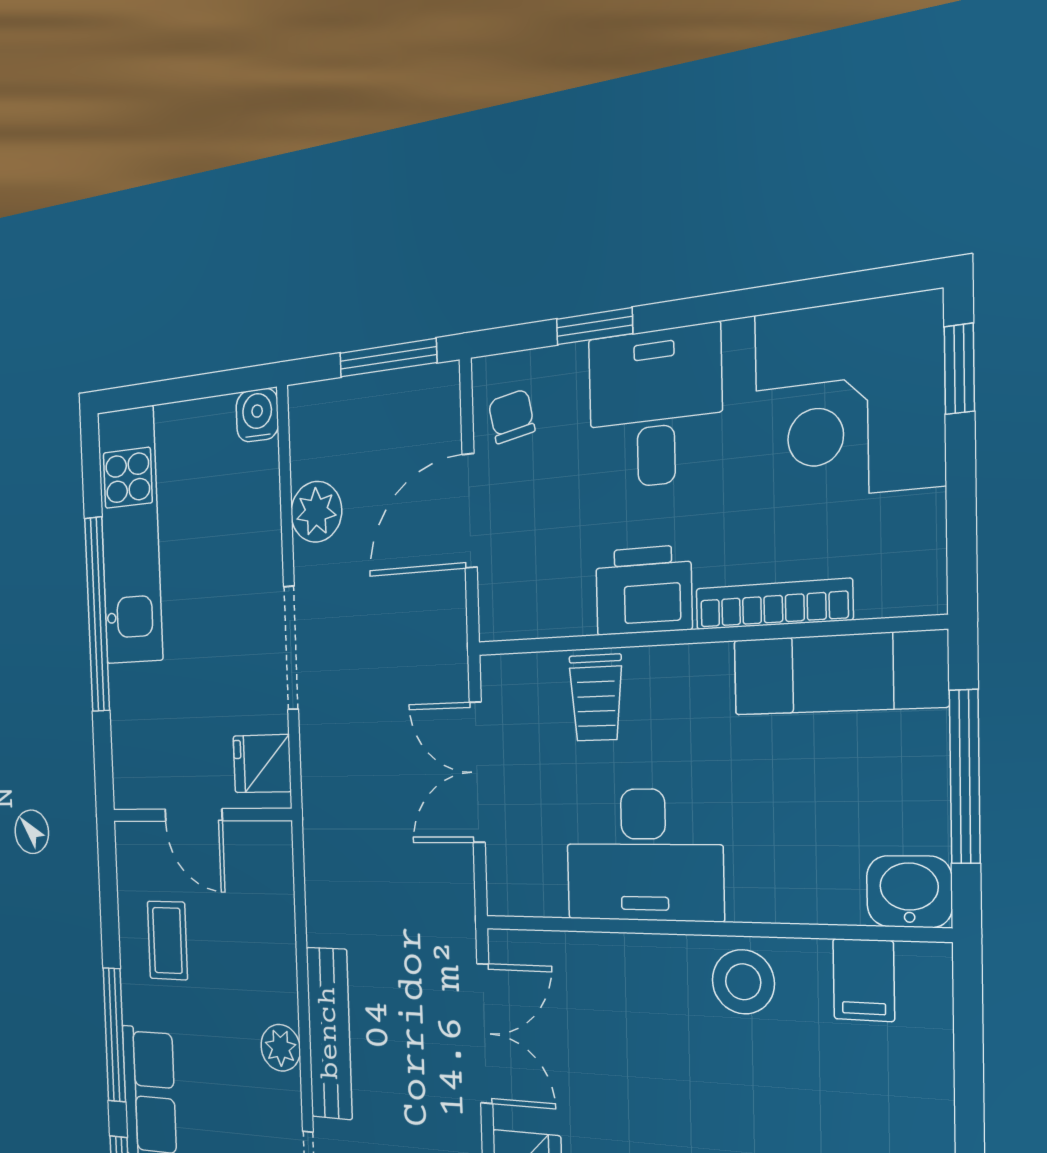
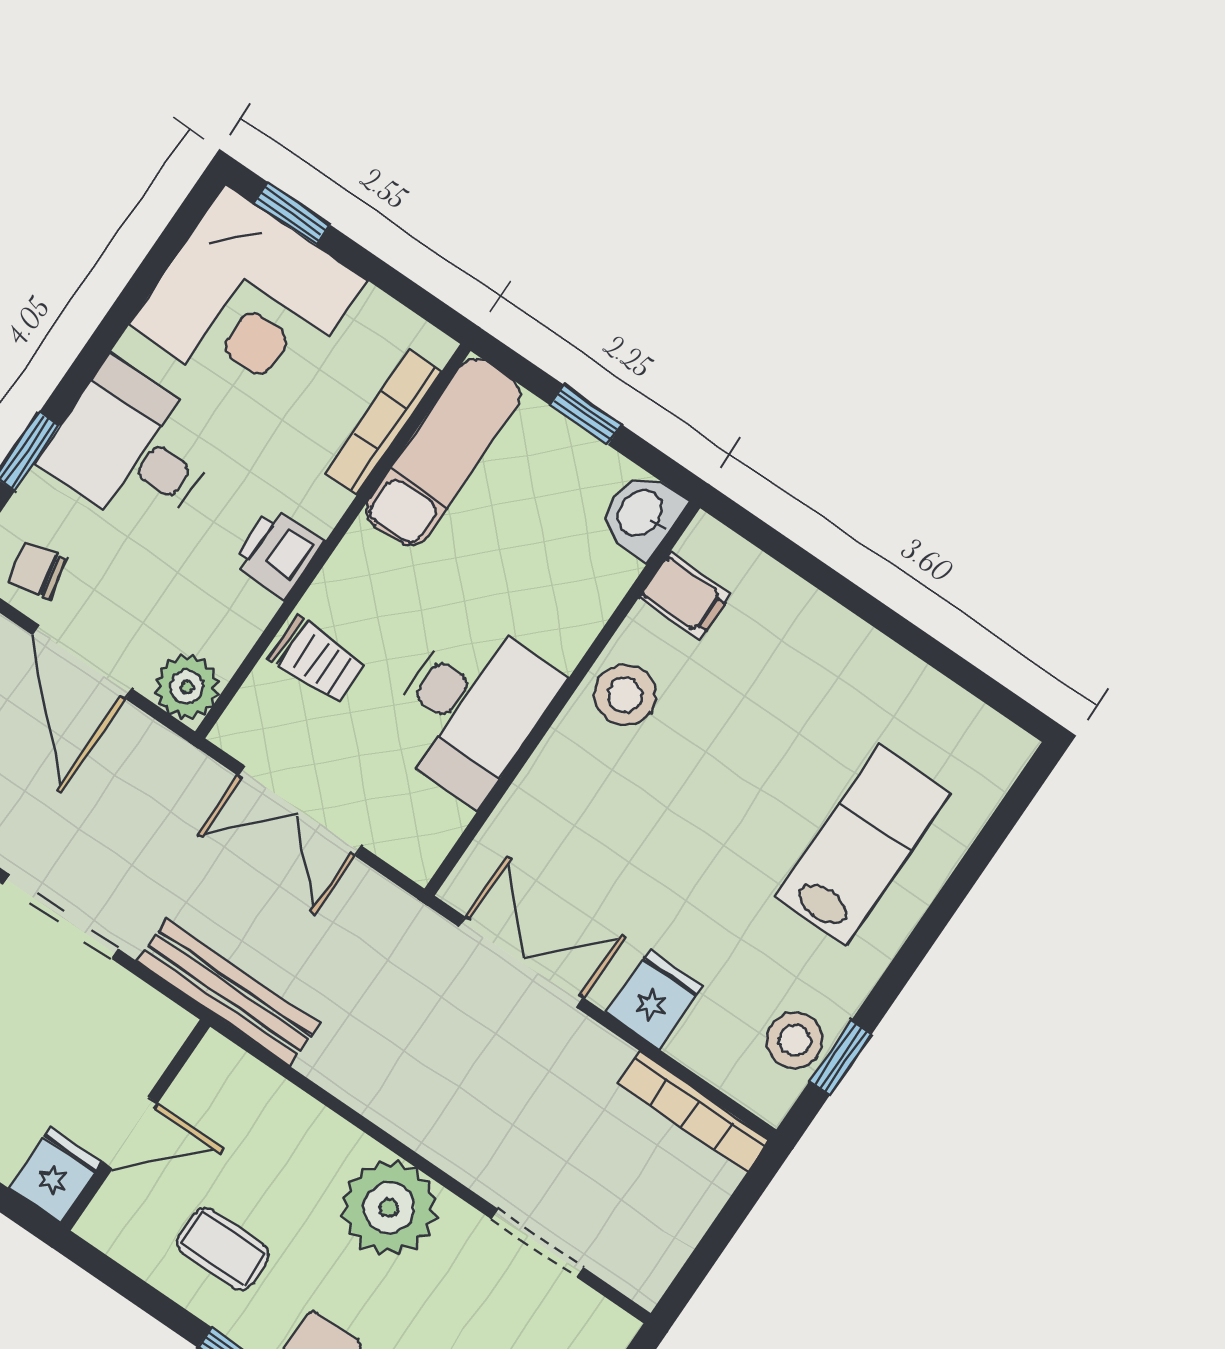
printer: (644, 590) -> (278, 553), width x0.73, depth x0.81
bookcase: (773, 604) -> (383, 423), moved
plant: (506, 609) -> (187, 687), added
fridge: (262, 764) -> (56, 1175), moved, turned 180
window: (965, 777) -> (586, 415), width x0.46
bench: (329, 1033) -> (228, 992), moved
plant: (281, 1048) -> (389, 1208), width x1.88, depth x1.88

